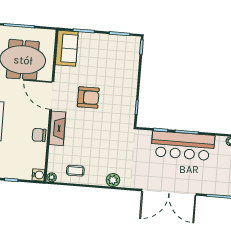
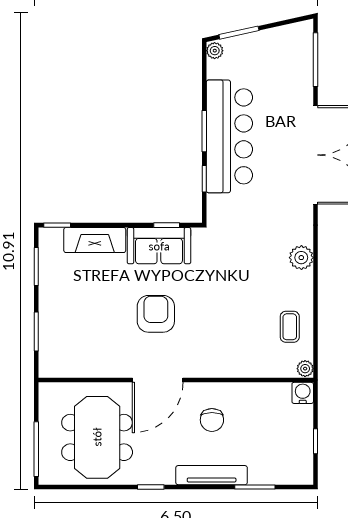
sofa: (67, 48) -> (159, 246), moved, turned 180
fireplace: (57, 128) -> (95, 240), moved, turned 180
chair: (39, 135) -> (212, 420), moved

